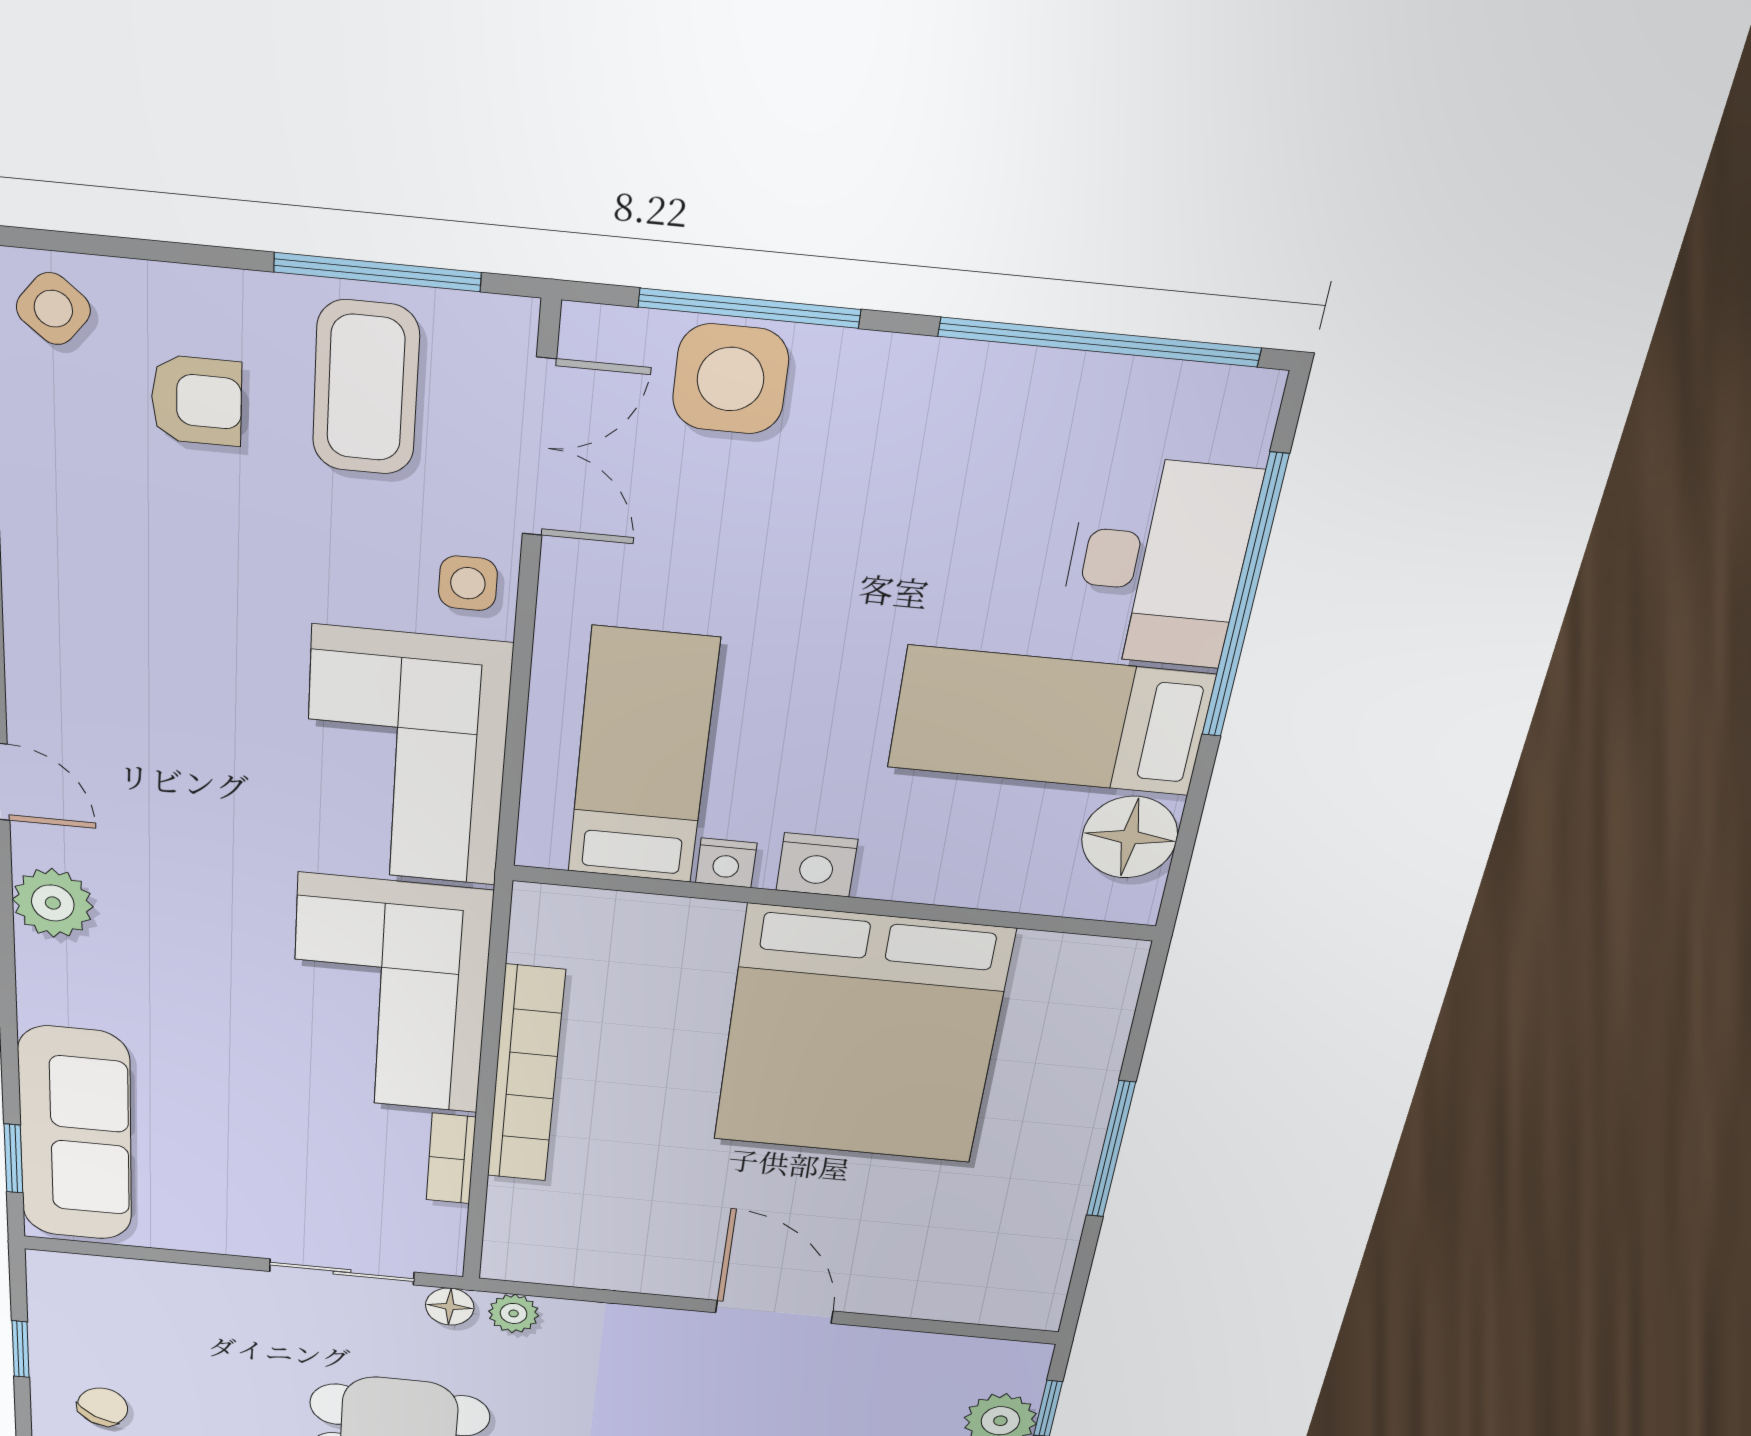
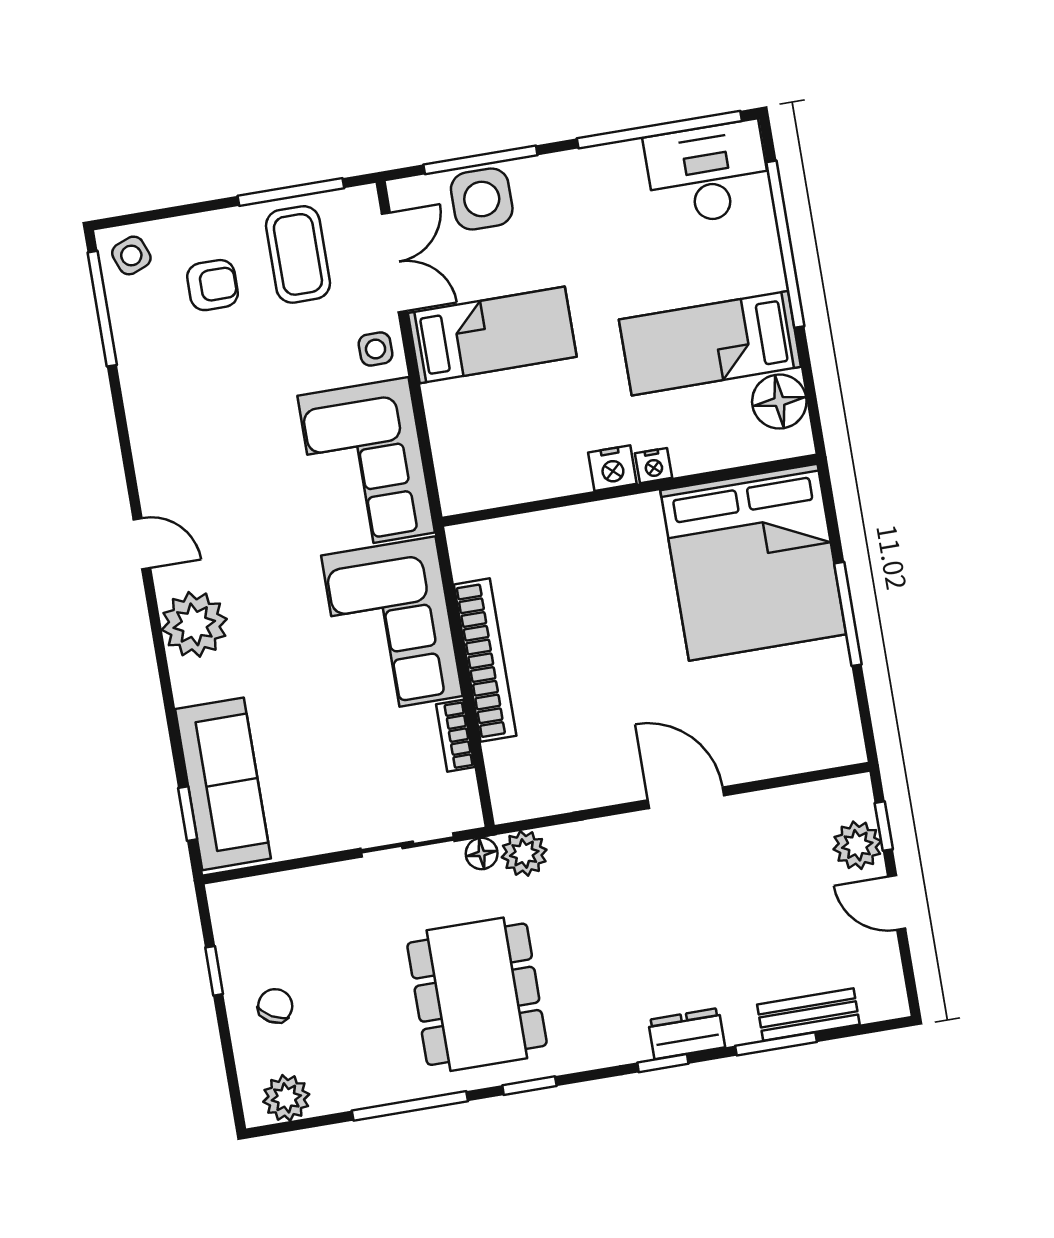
side table: (53, 309) -> (131, 255), turned 30
desk: (1157, 563) -> (708, 173), moved, turned -90
bed: (642, 757) -> (492, 335), moved, turned 90
nightstand: (726, 863) -> (653, 466), moved
plant: (53, 903) -> (194, 624), width x1.36, depth x1.36
bed: (861, 1036) -> (753, 562), moved
plant: (514, 1313) -> (524, 853), width x1.38, depth x1.38

